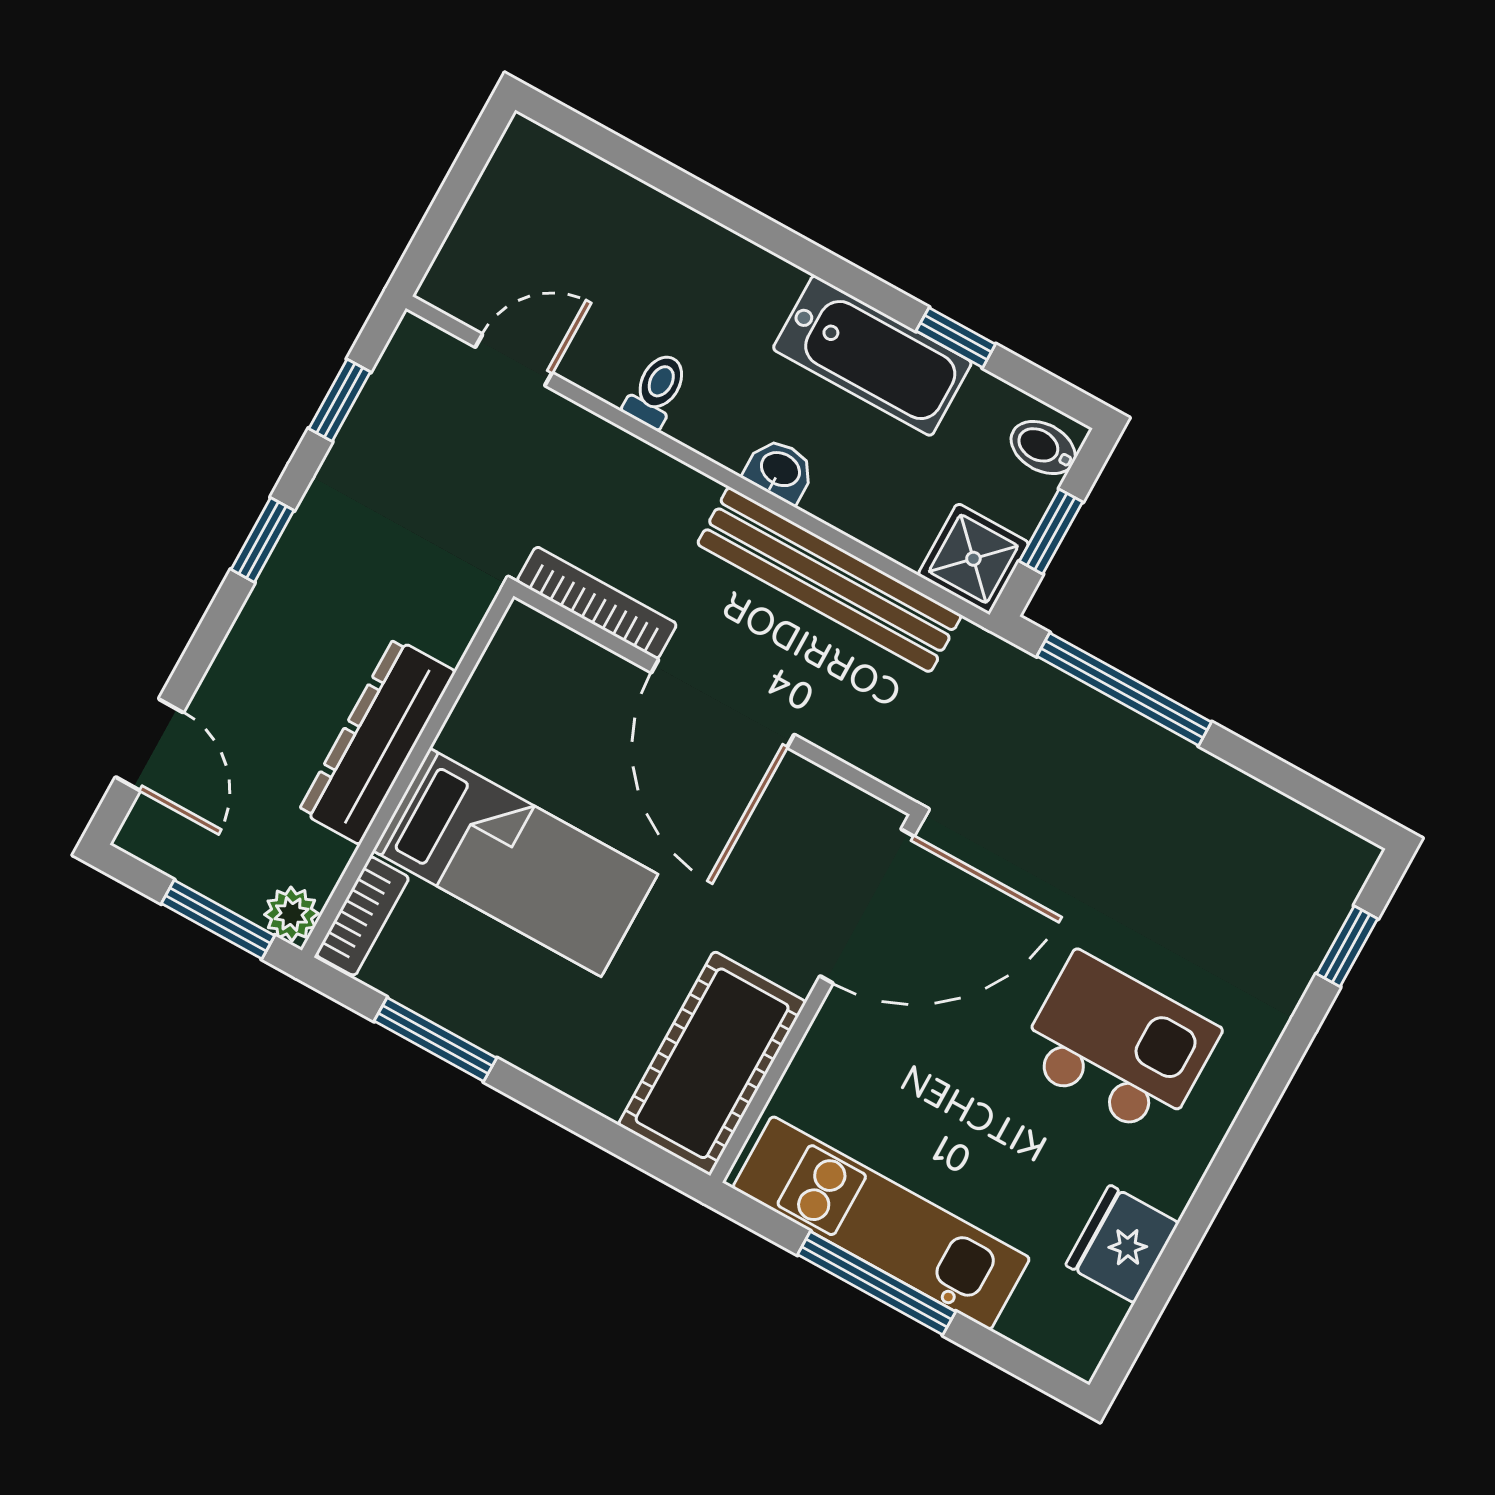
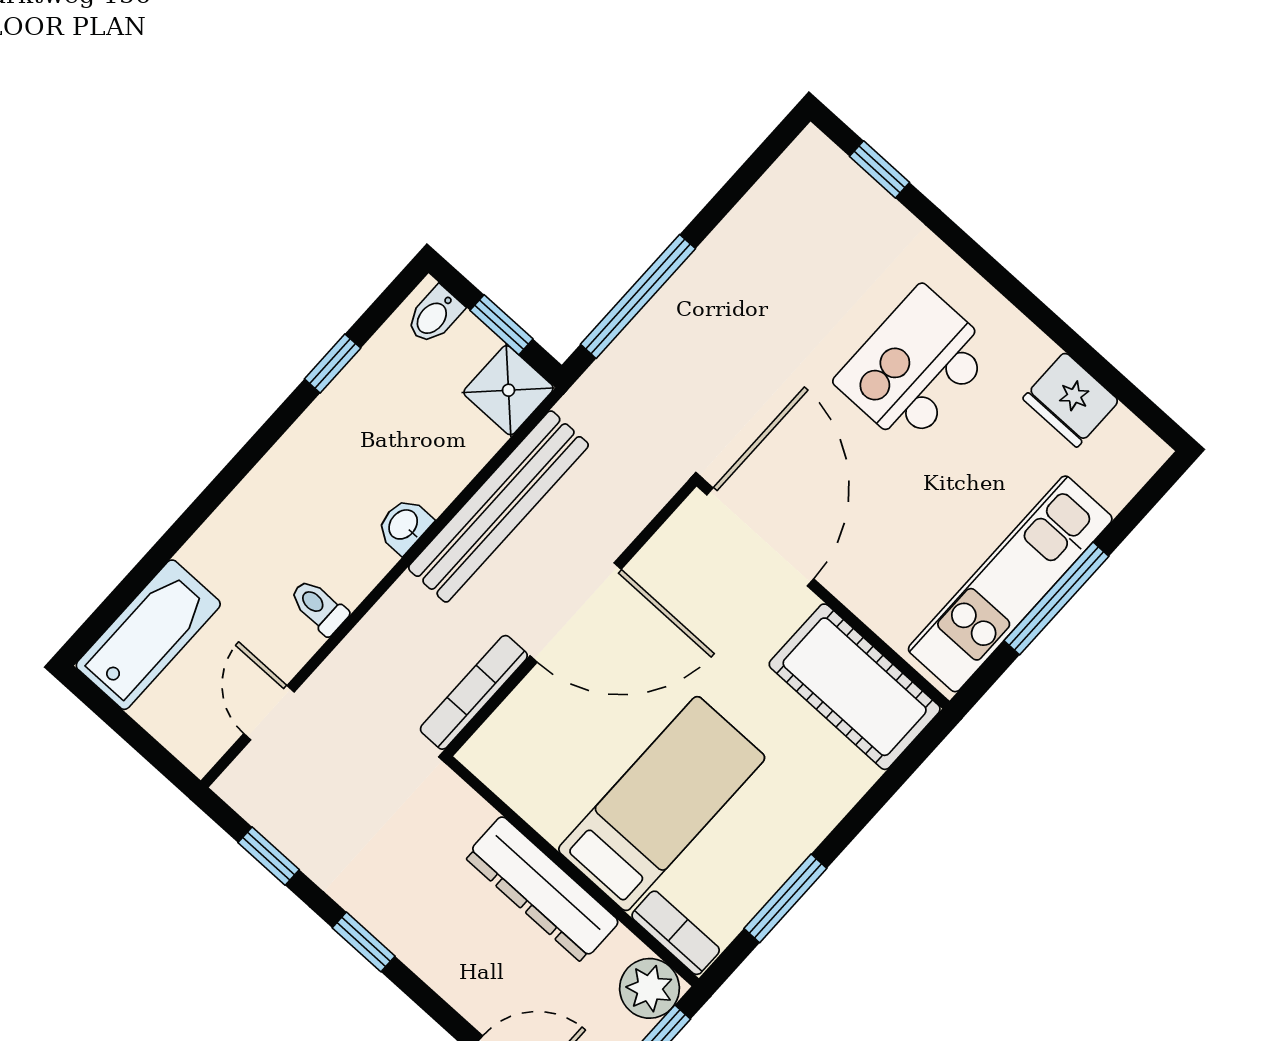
bathtub: (872, 356) -> (148, 635), moved
plant: (291, 914) -> (650, 988), width x1.38, depth x1.38

